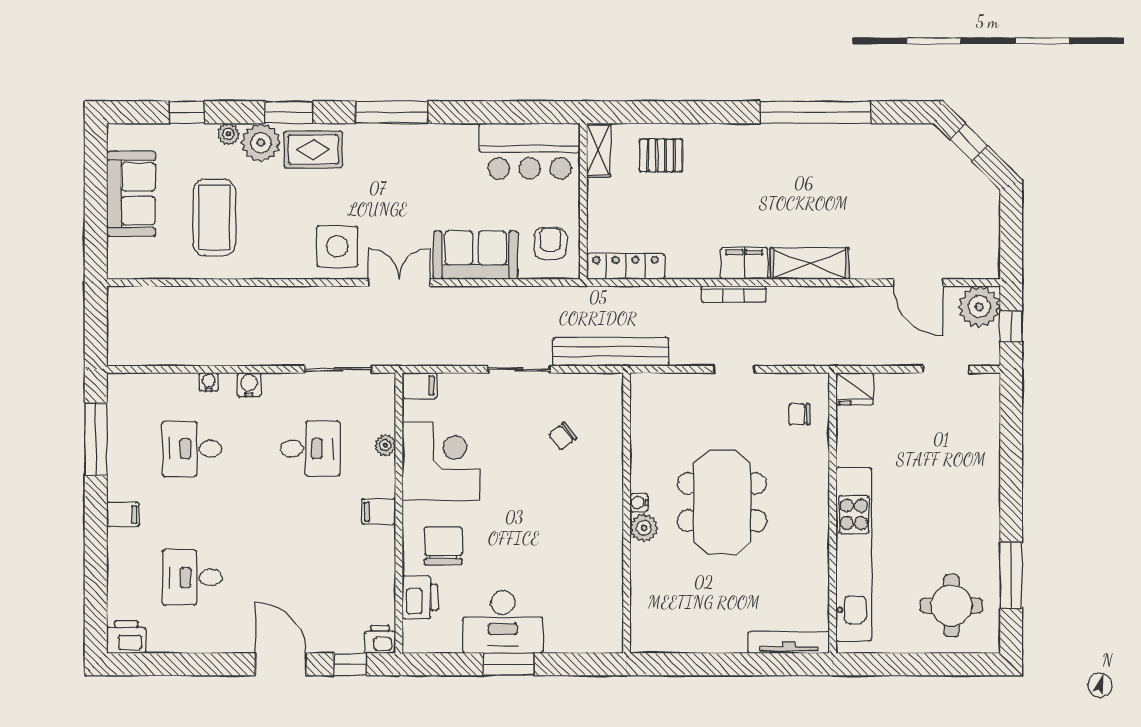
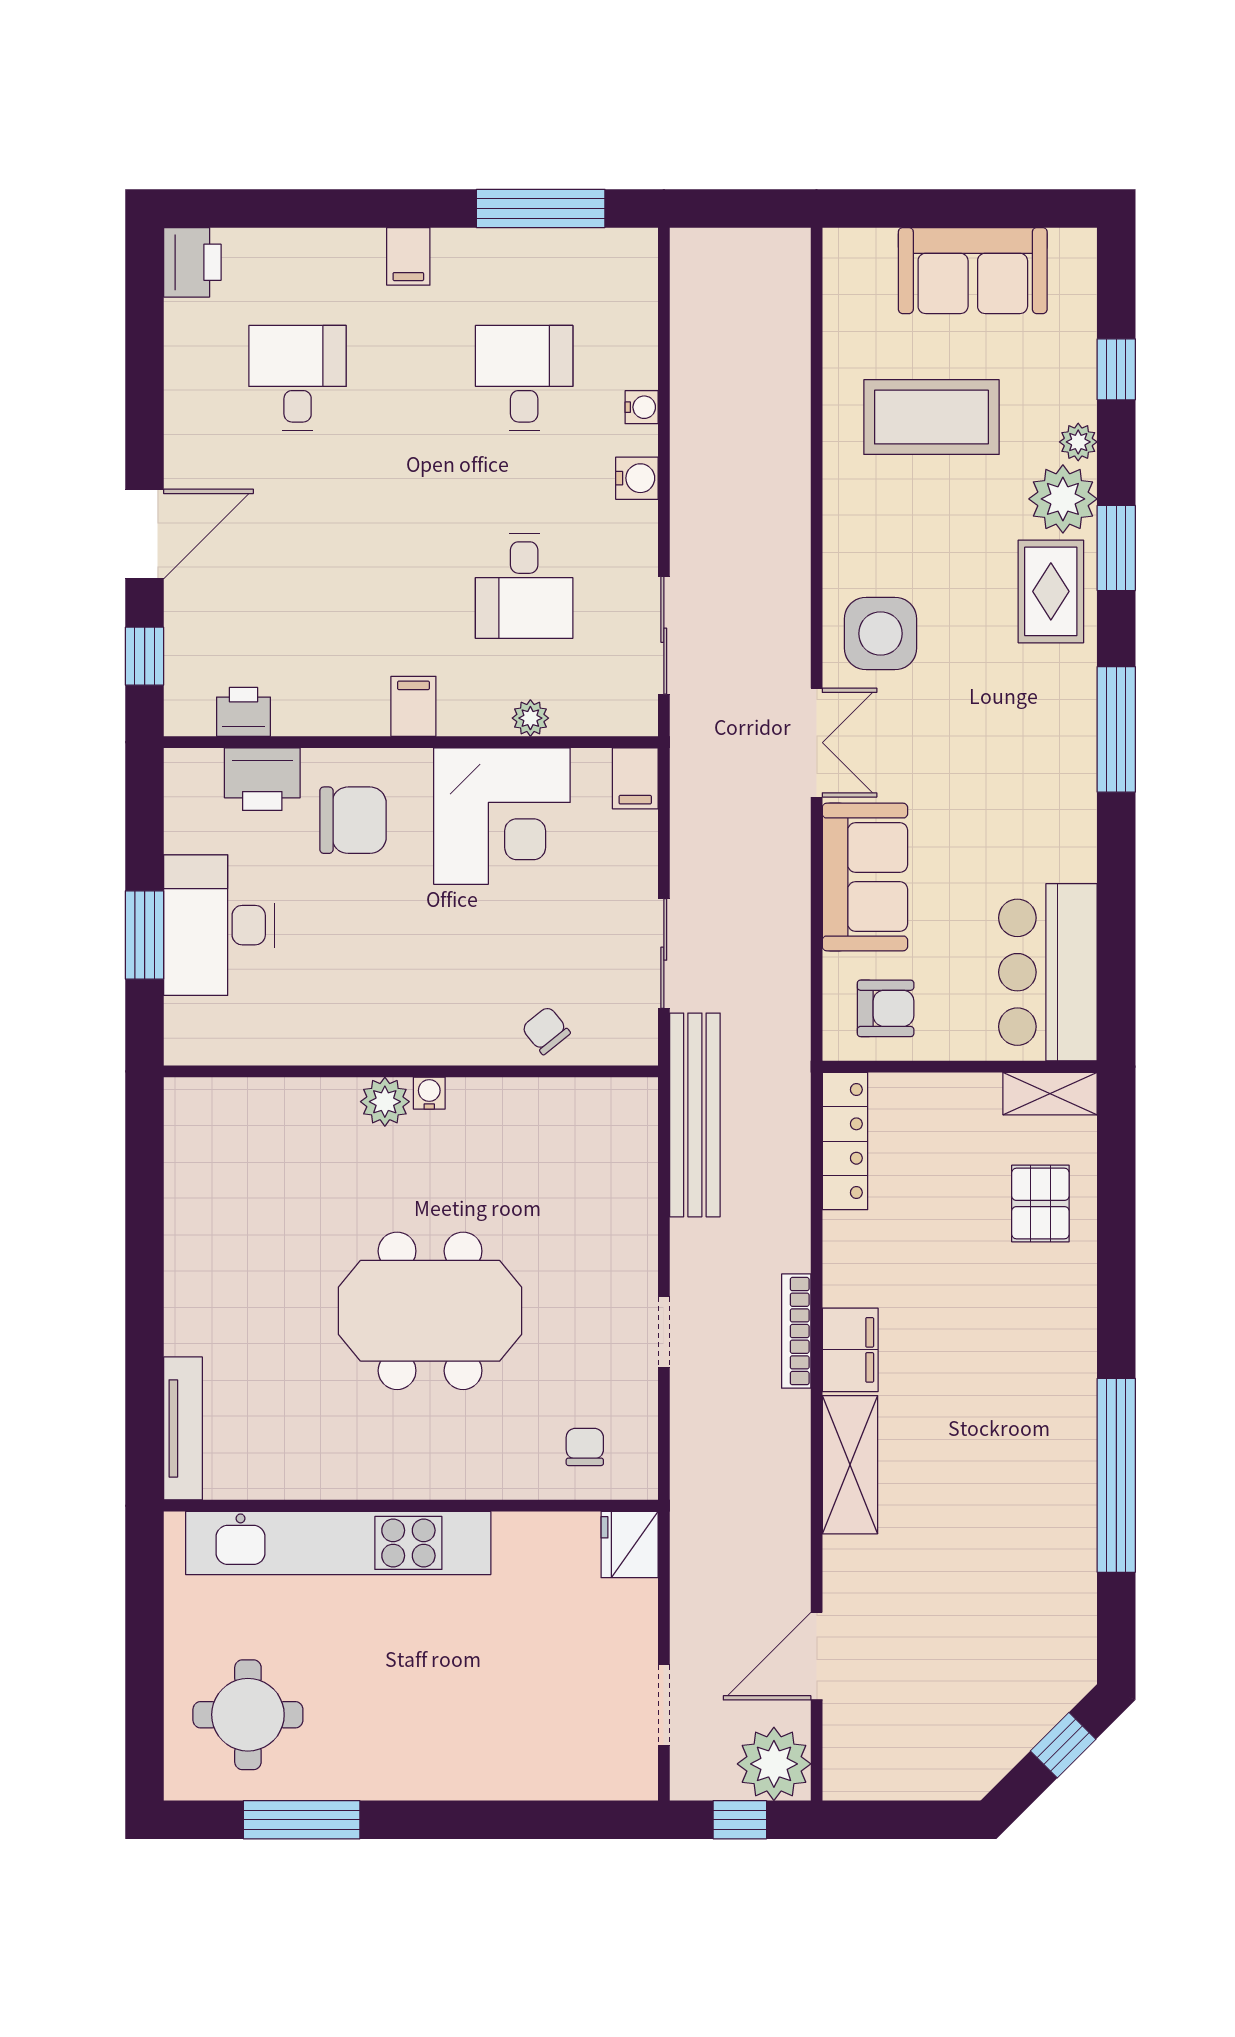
water cooler: (639, 503) -> (429, 1093), moved
wall: (627, 513) -> (411, 1071), moved
plant: (644, 528) -> (385, 1102), moved
printer: (380, 640) -> (243, 712), moved, turned -90

